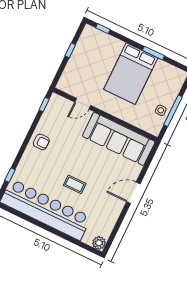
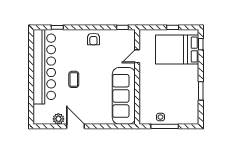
bed: (131, 74) -> (177, 50), moved
door: (83, 104) -> (137, 56), hinge flipped
door: (133, 193) -> (75, 126), moved
plant: (99, 243) -> (58, 119), moved

